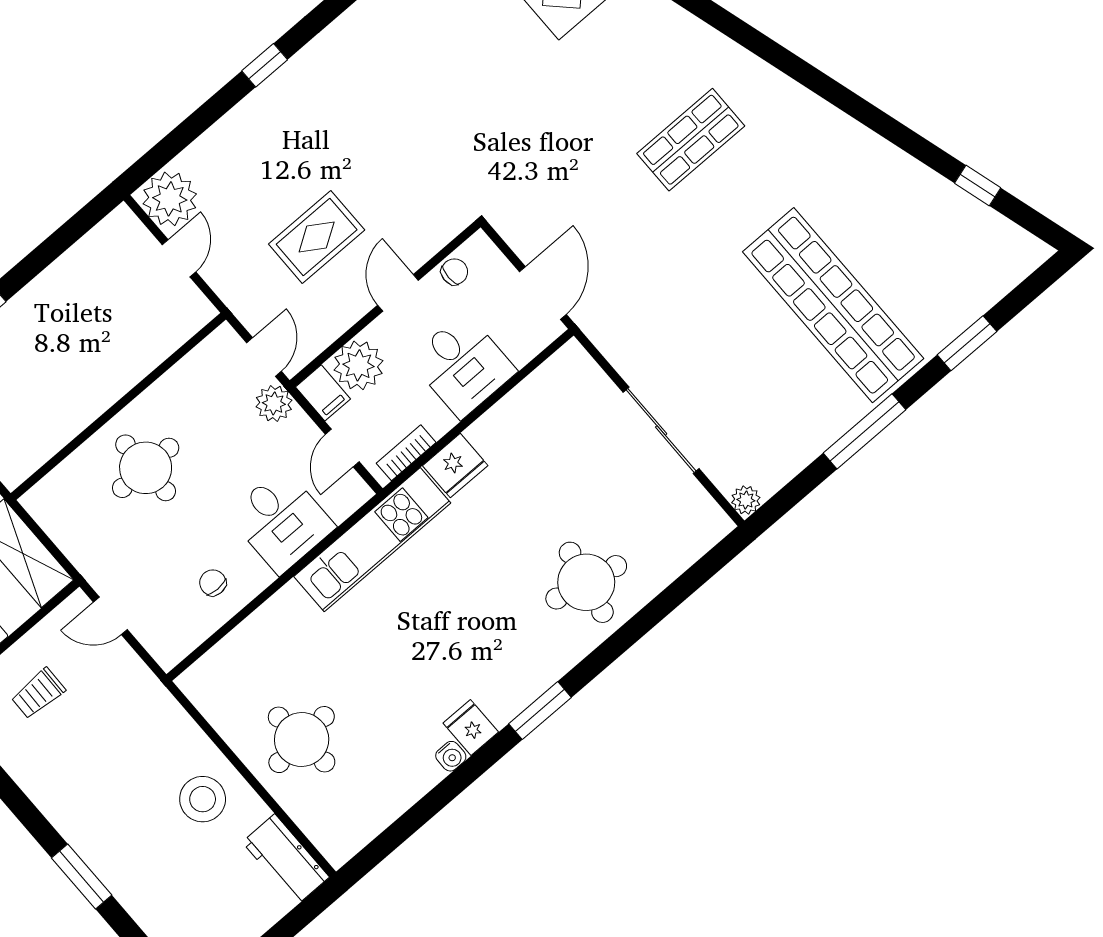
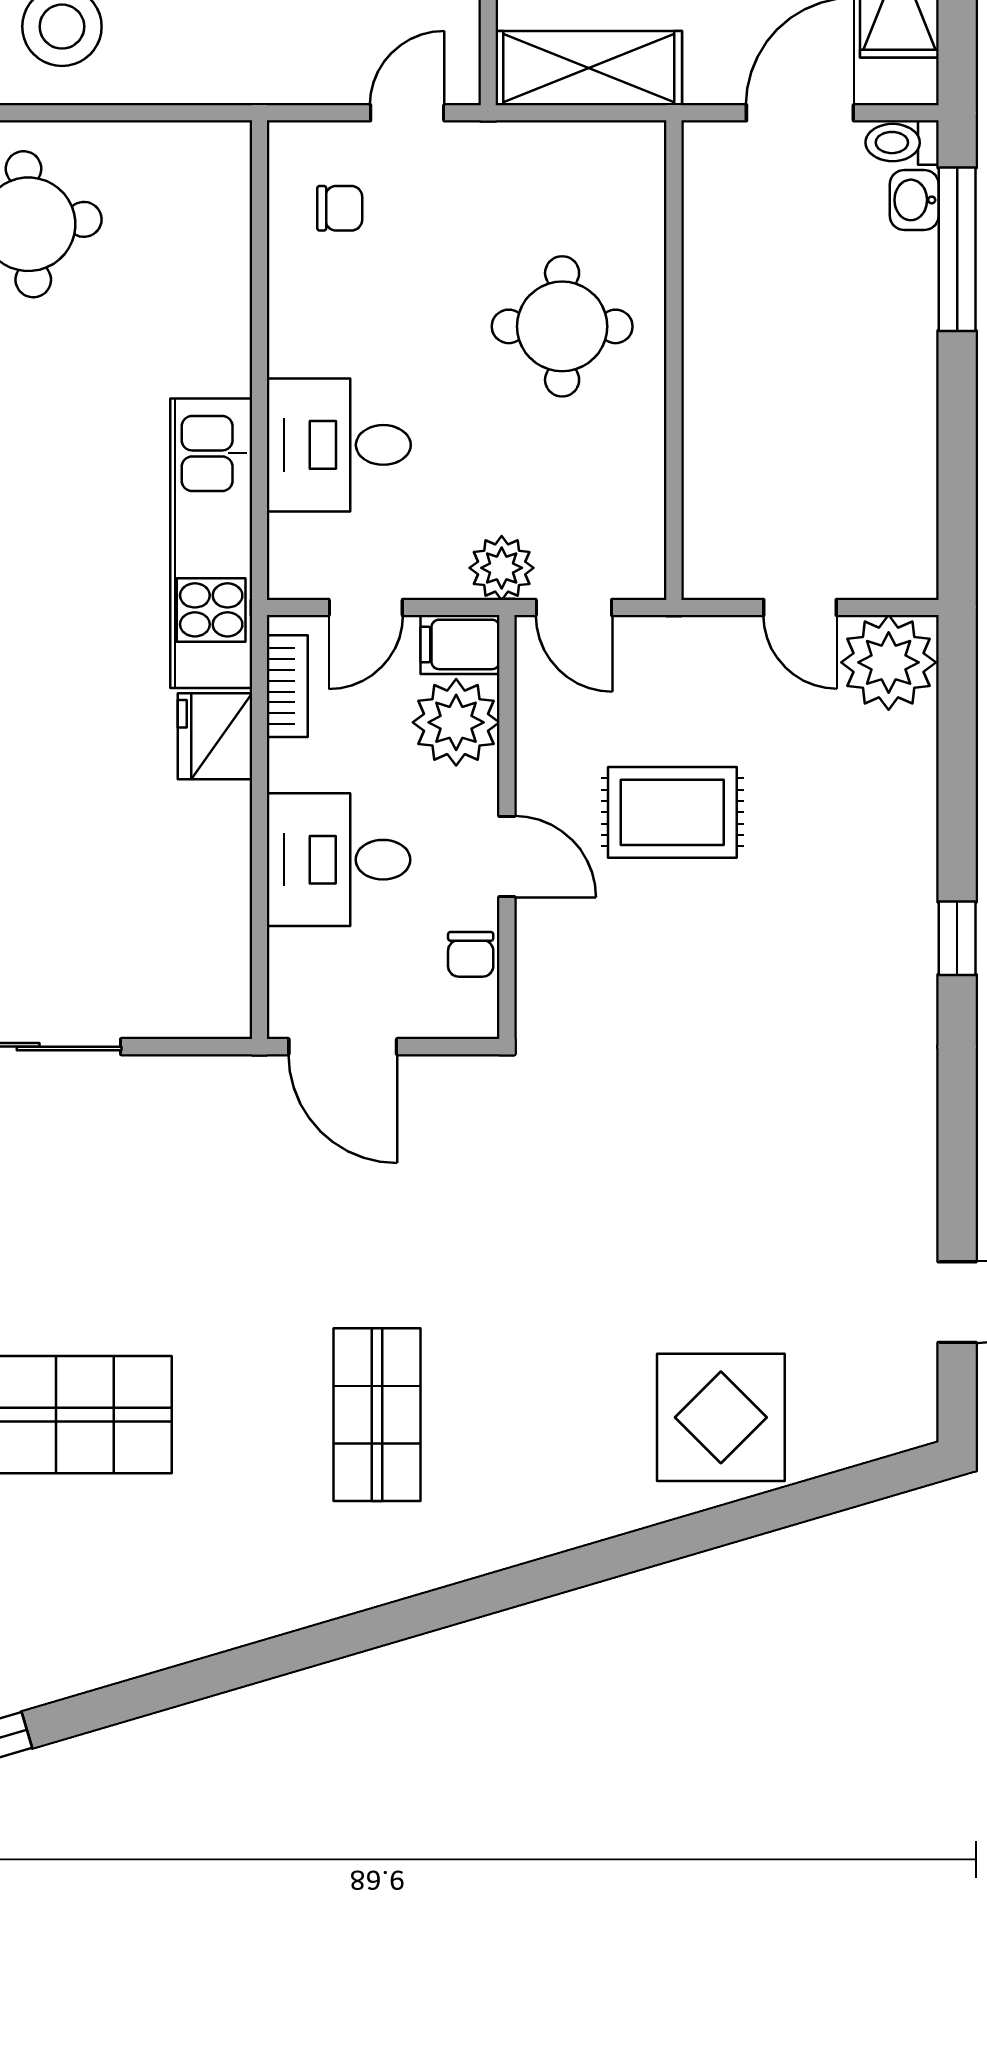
rug: (317, 237) -> (672, 812), turned 90
door: (342, 448) -> (366, 608), swing flipped
chair: (213, 583) -> (340, 208), moved

